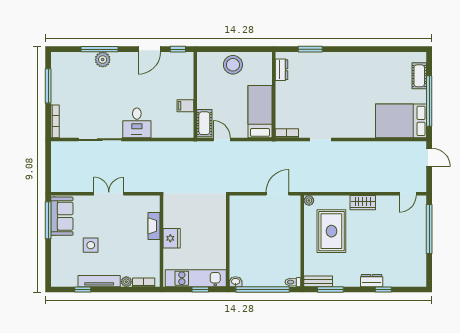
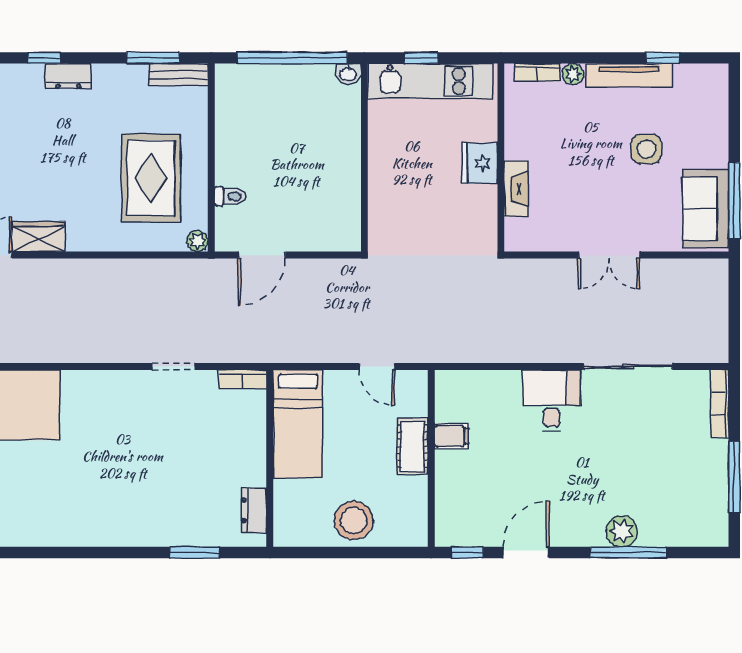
cot: (204, 123) -> (413, 446), moved
wardrobe: (363, 203) -> (39, 237), moved
toilet: (293, 282) -> (230, 196), moved

